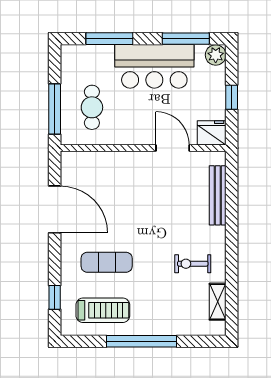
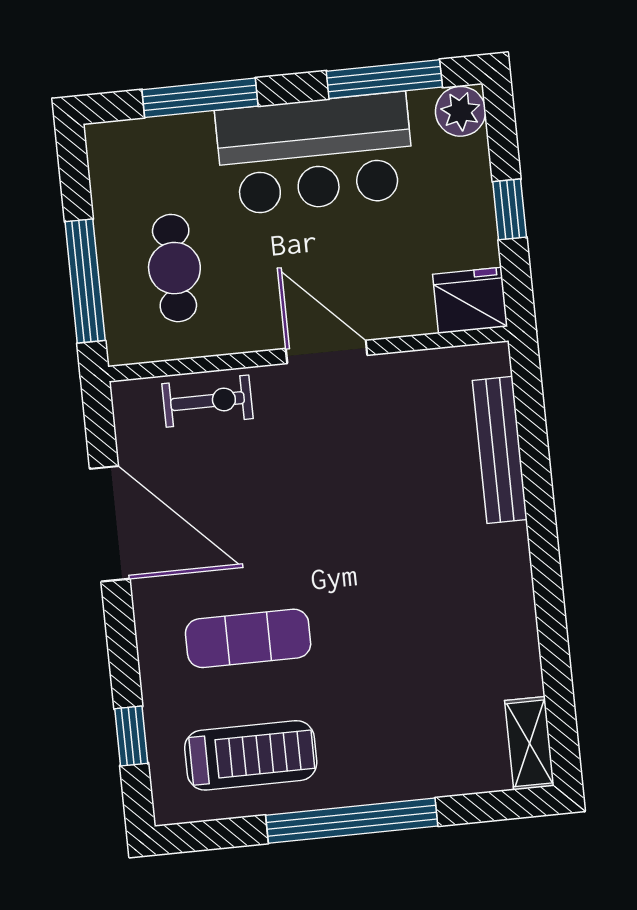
door: (173, 148) -> (327, 352), moved
exercise bike: (193, 264) -> (207, 401), moved, turned 180
shelving: (218, 302) -> (529, 743), moved

